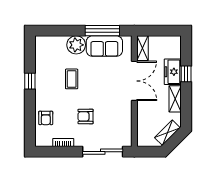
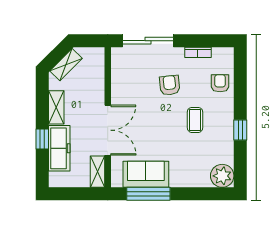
plant: (76, 45) -> (222, 176), moved
freezer: (173, 72) -> (59, 148), width x1.40
coffee table: (72, 79) -> (195, 120), moved
double door: (134, 81) -> (108, 130), swing flipped
armchair: (86, 116) -> (170, 85), turned -96

